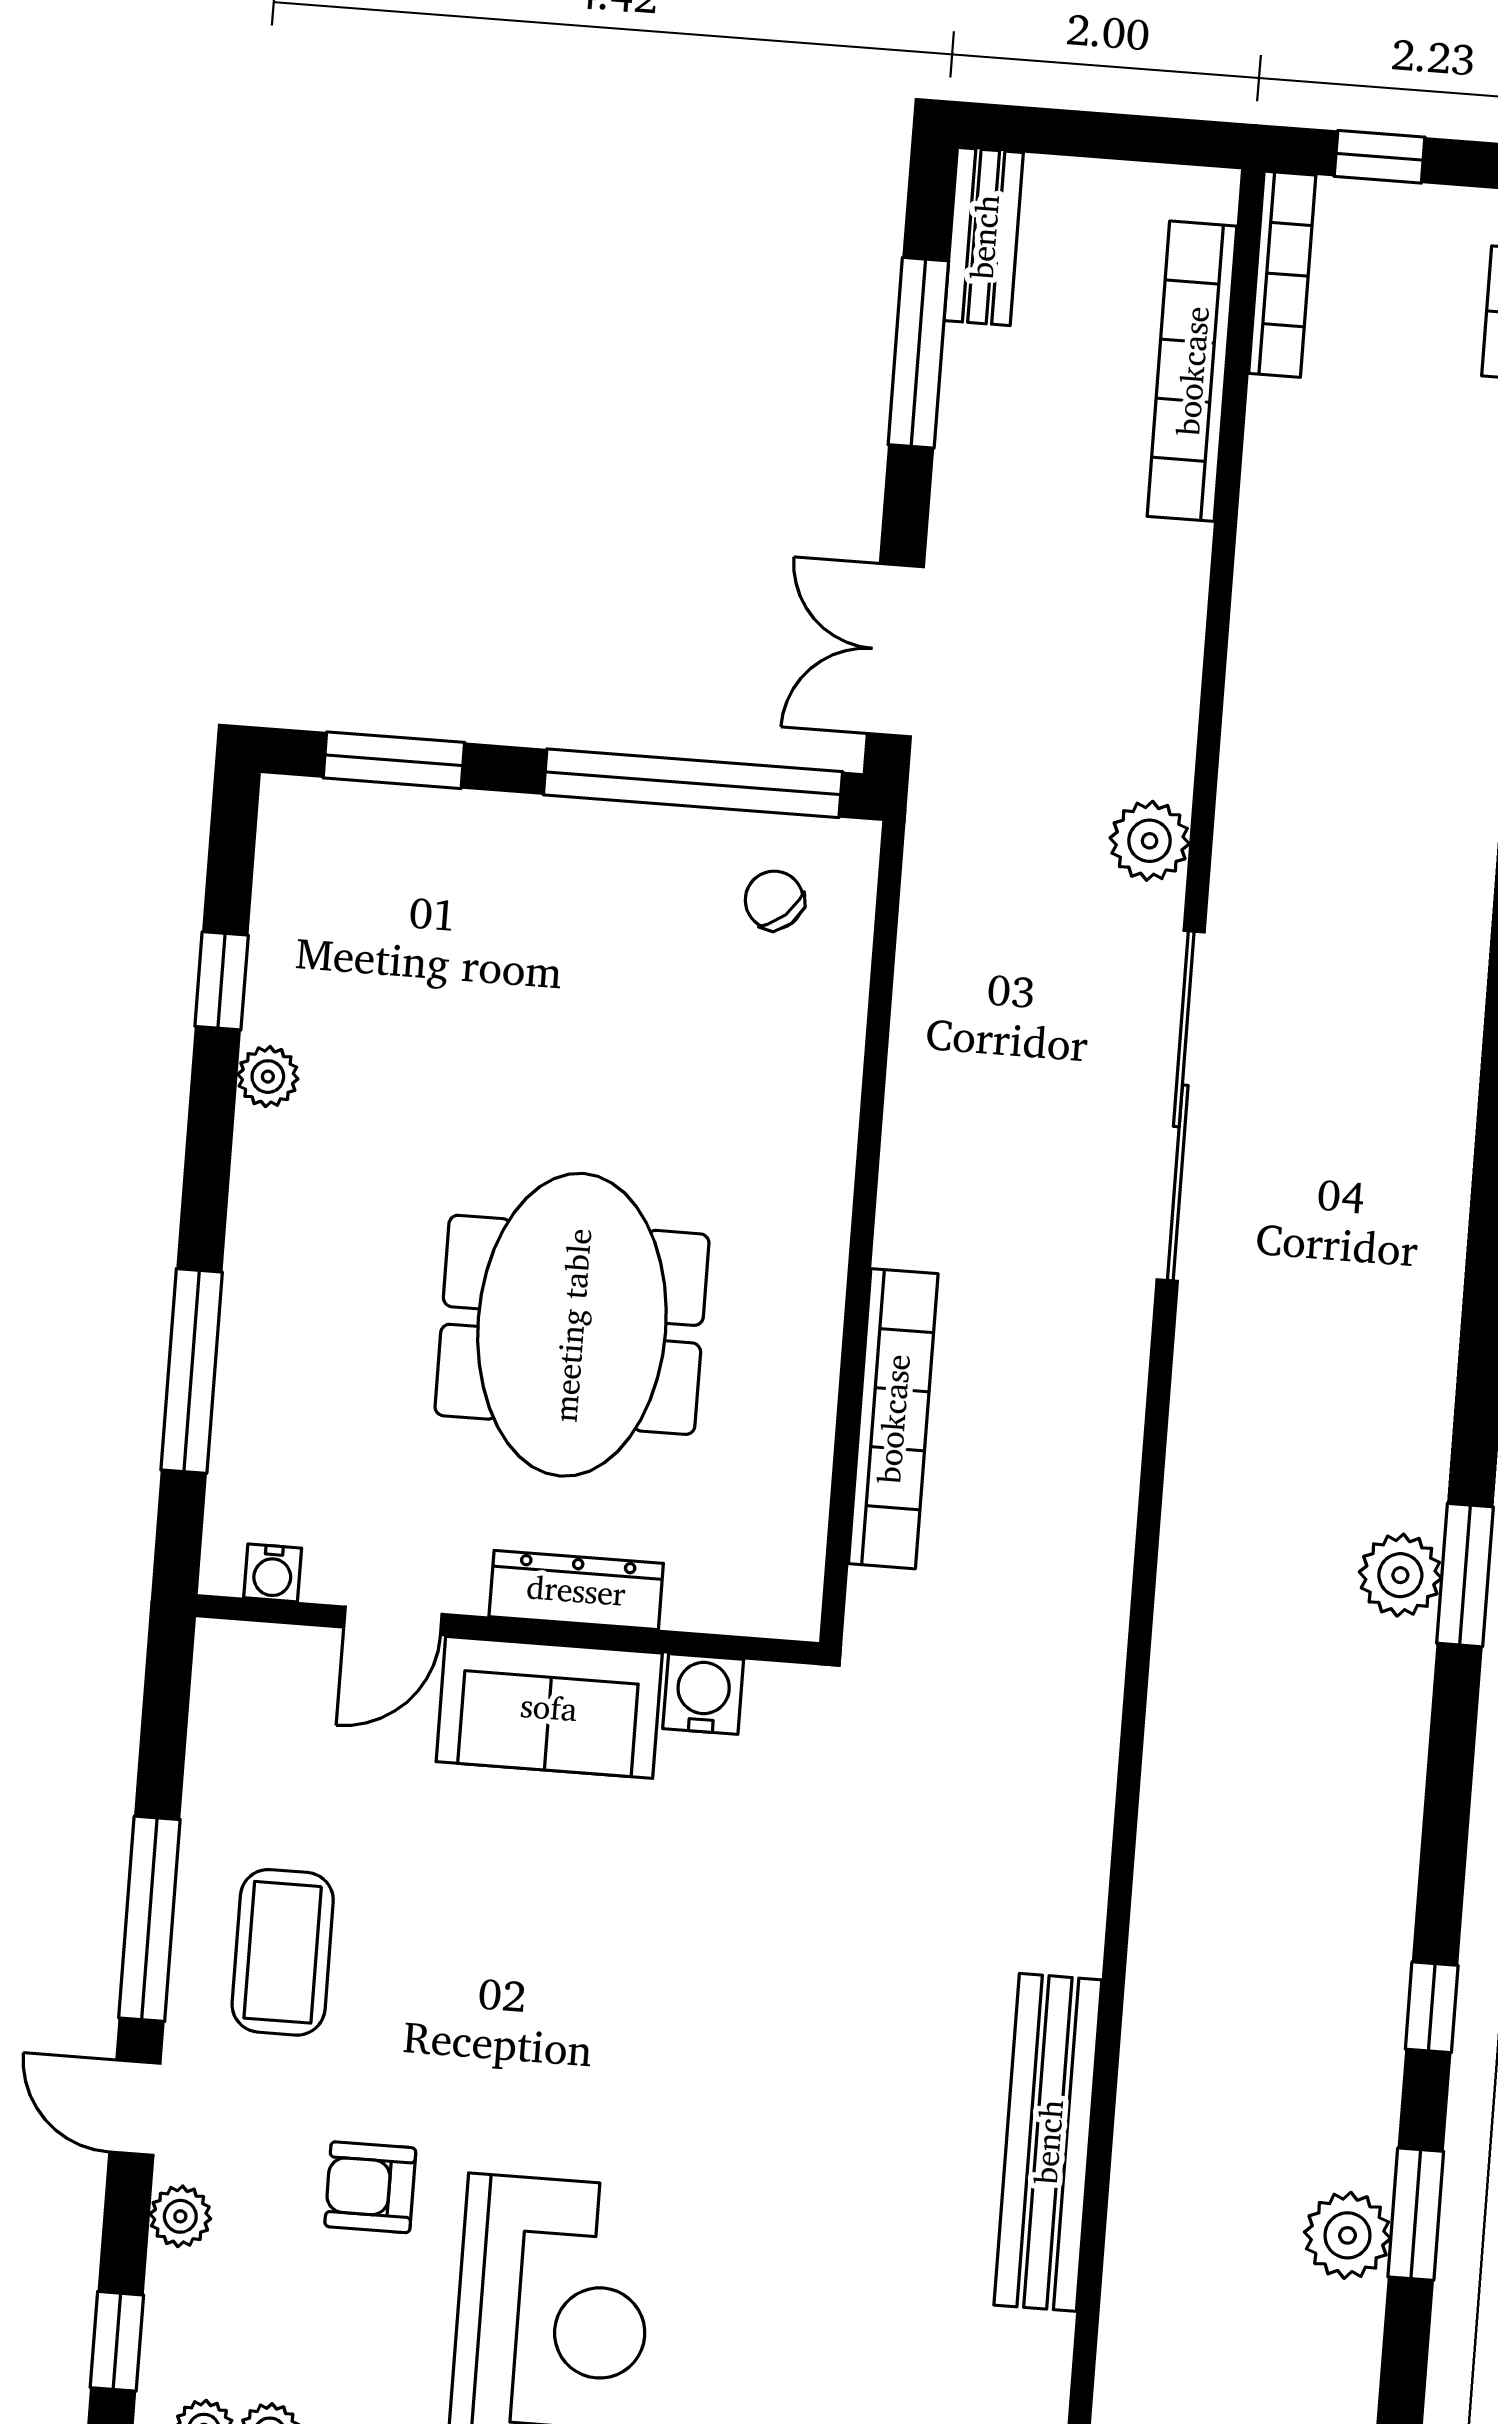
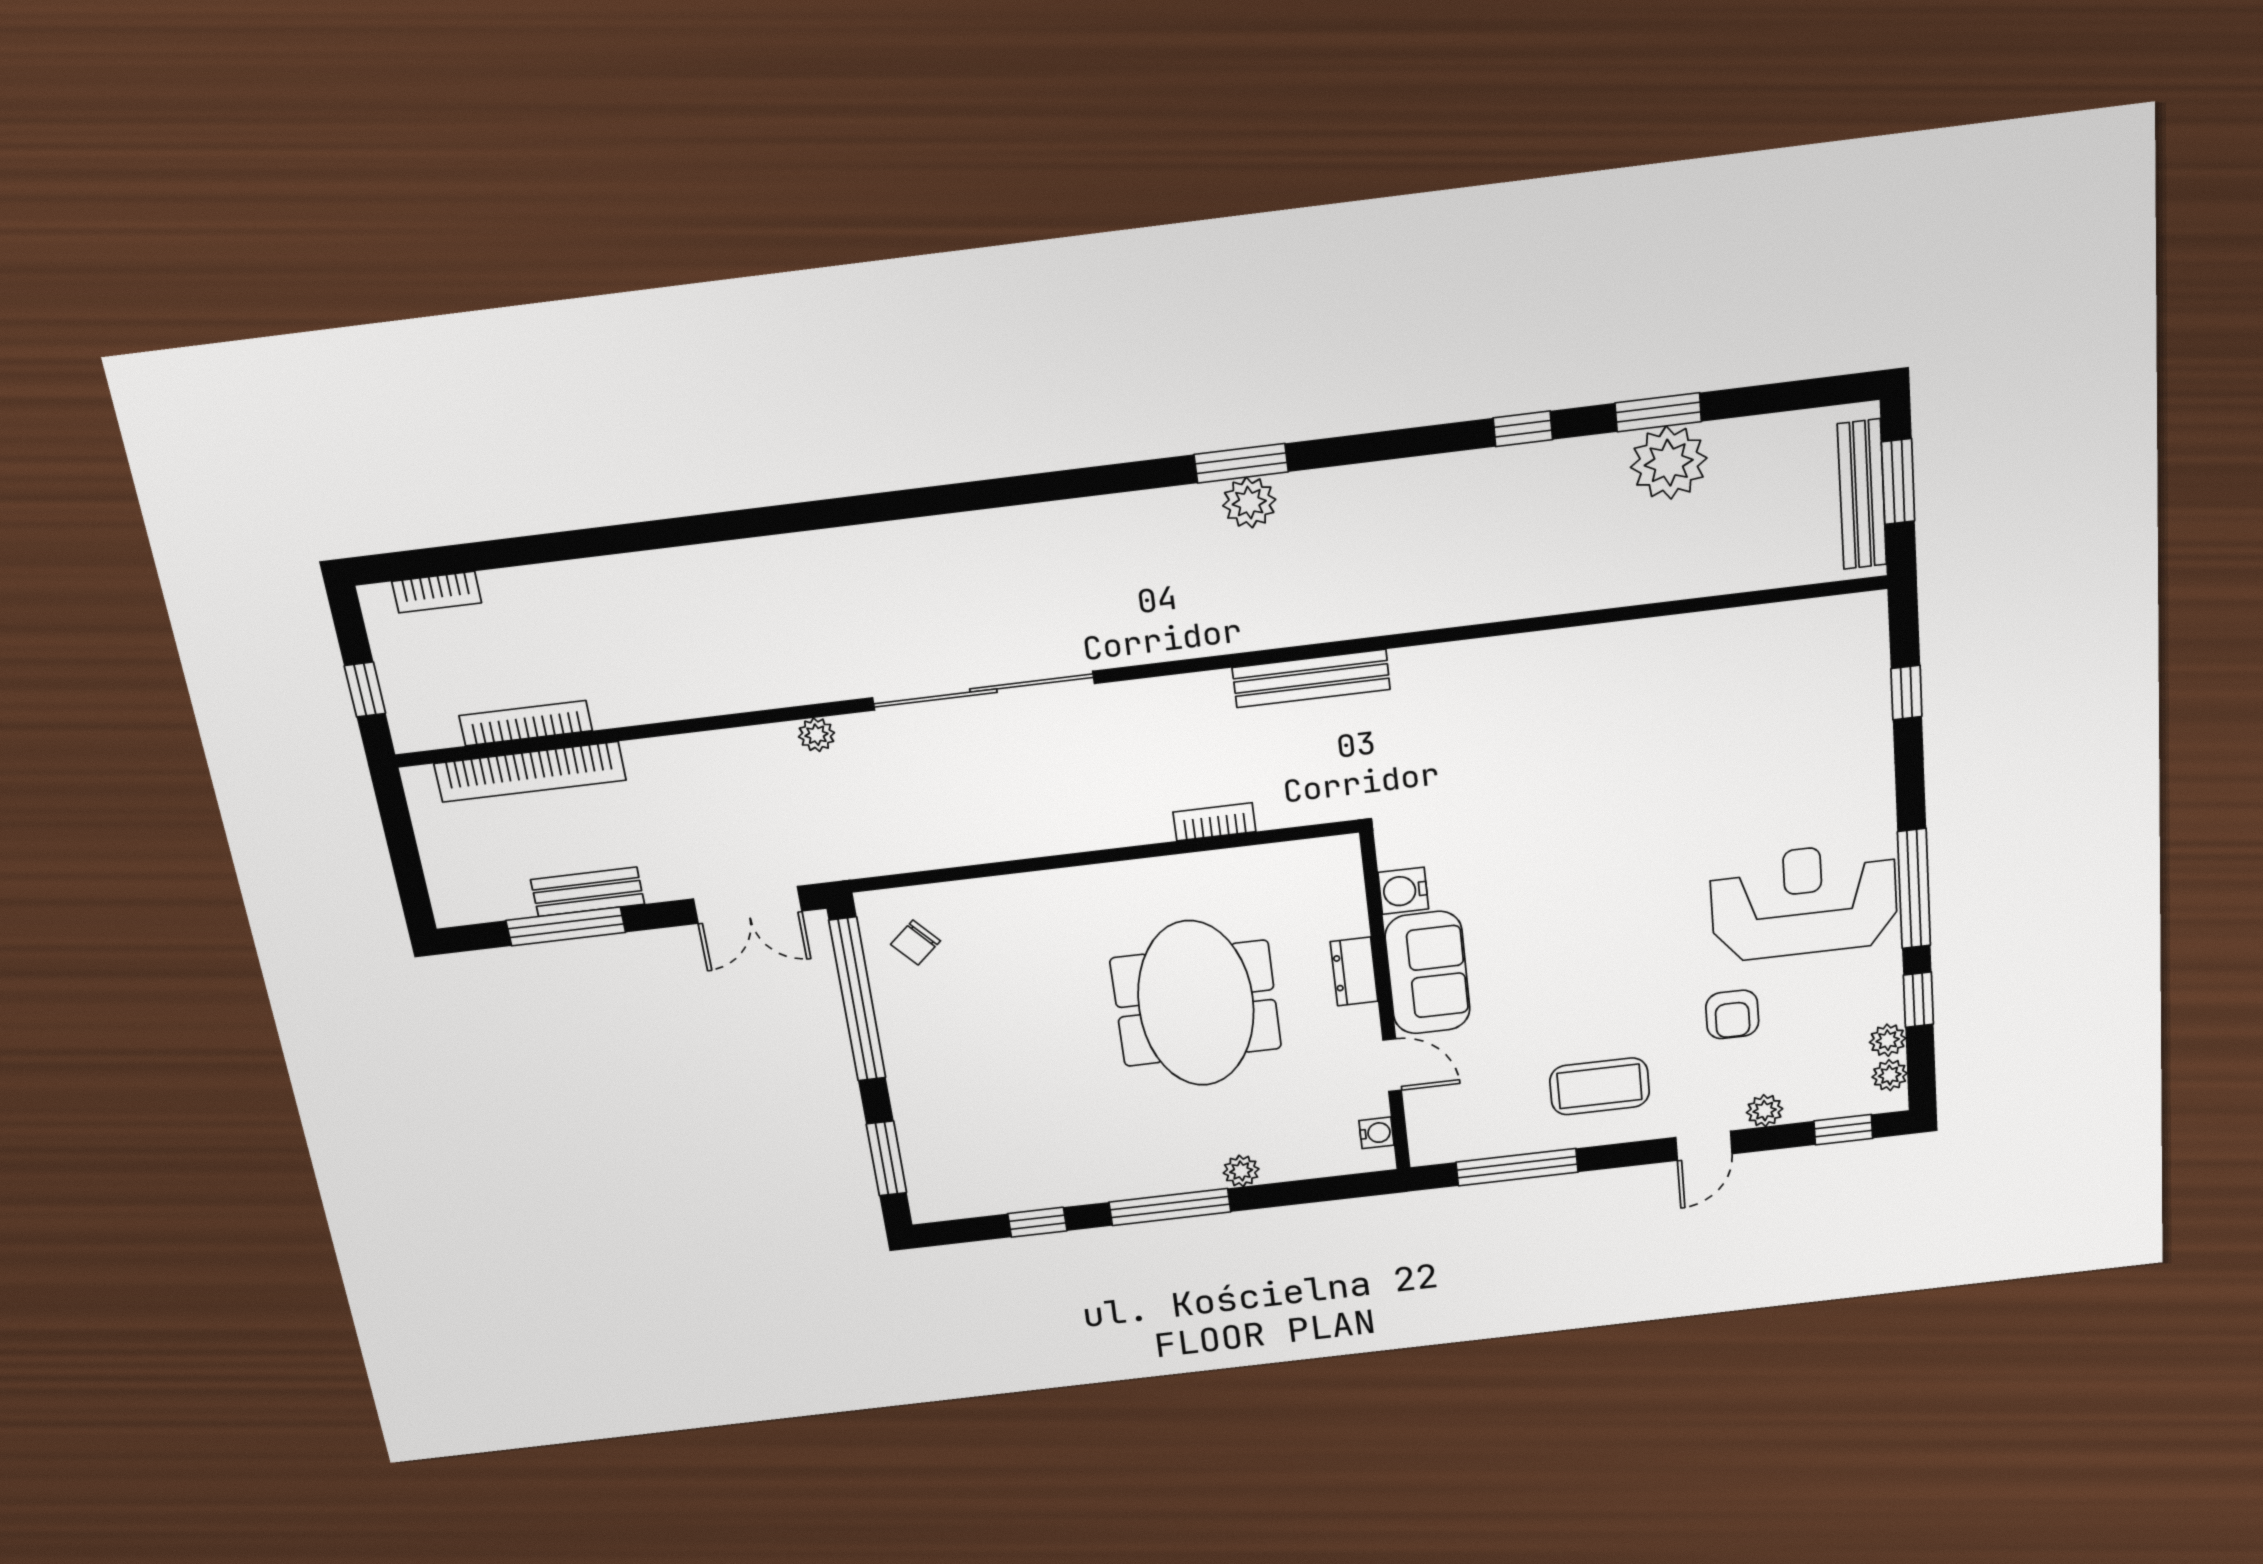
bench: (984, 237) -> (588, 892), moved
bookcase: (1282, 274) -> (526, 723), moved
plant: (1150, 841) -> (817, 735), width x0.73, depth x0.73
plant: (268, 1077) -> (1241, 1171), moved
meeting table: (572, 1325) -> (1196, 1003), turned 90
window: (192, 1371) -> (1170, 1207), moved
bookcase: (893, 1419) -> (1214, 822), width x0.43, depth x0.76
dresser: (576, 1590) -> (1354, 971), width x0.70
window: (149, 1919) -> (1517, 1167), moved
bench: (1048, 2142) -> (1311, 678), moved, width x0.73, depth x0.82
plant: (1348, 2235) -> (1669, 463), width x1.36, depth x1.36

